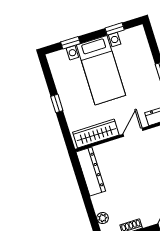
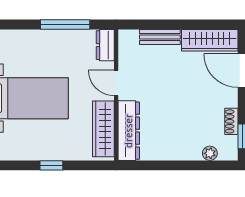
dresser: (91, 171) -> (129, 131), moved, turned 90

